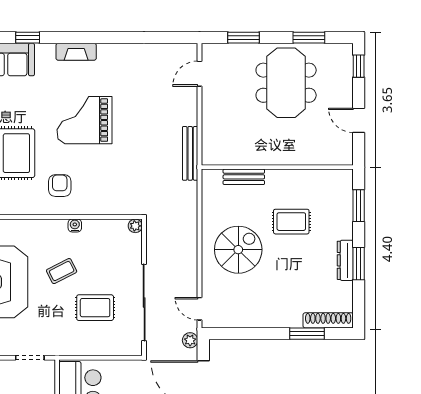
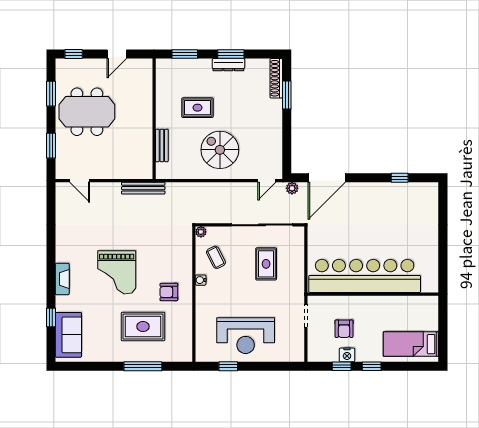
rug: (291, 222) -> (197, 108), turned 90
coffee table: (62, 271) -> (216, 257), moved

